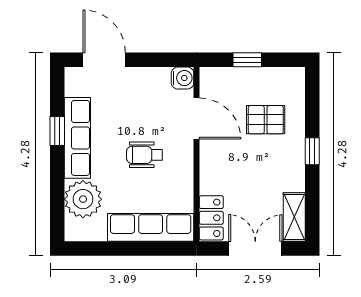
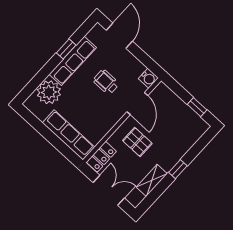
window: (247, 60) -> (197, 107), moved
pallet: (266, 120) -> (137, 142), moved
wheelchair: (145, 155) -> (106, 82), moved
shelving: (294, 217) -> (152, 180), moved

